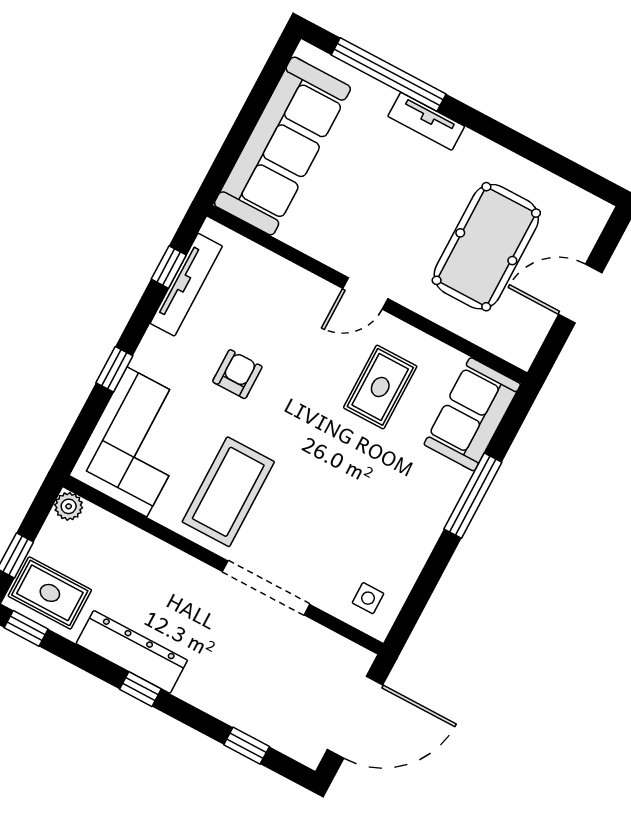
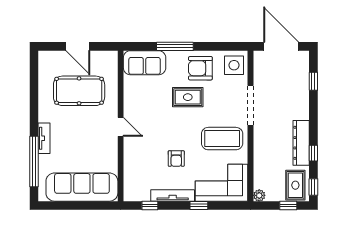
tv unit: (186, 285) -> (173, 195), moved
armchair: (237, 374) -> (176, 159), turned -90
rug: (380, 387) -> (188, 97), moved
armchair: (399, 525) -> (200, 68), added
side table: (368, 598) -> (234, 65), width x1.87, depth x1.87
window: (140, 689) -> (313, 153), moved

